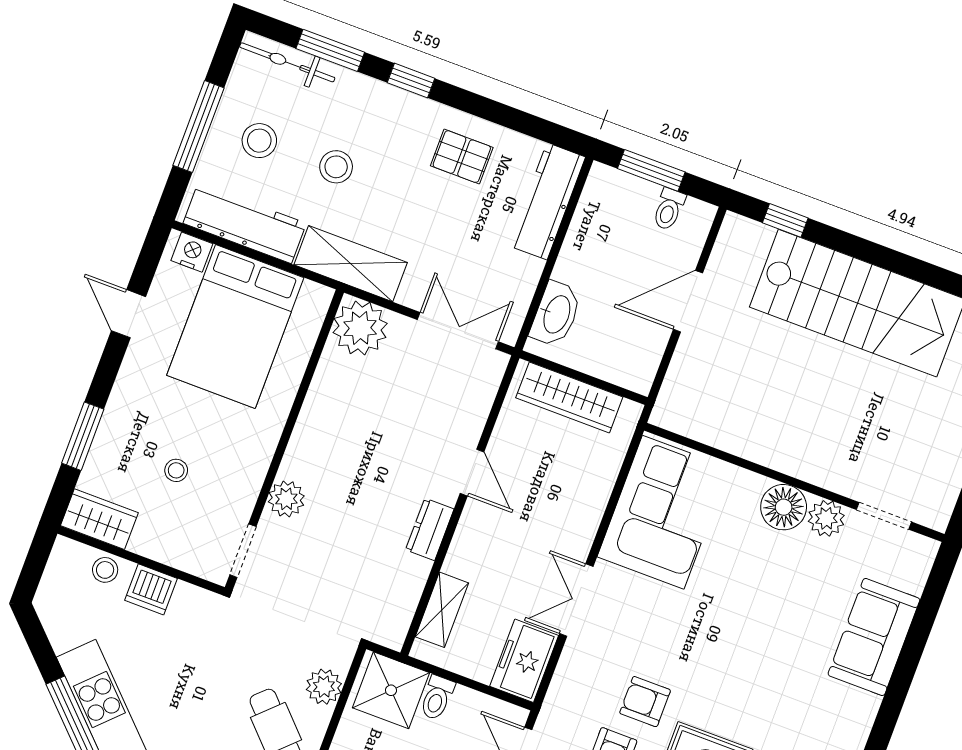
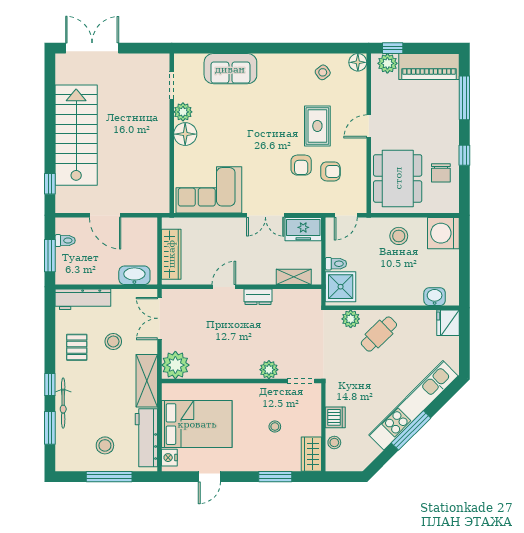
bicycle: (287, 62) -> (63, 403), moved
stool: (336, 167) -> (113, 341), moved

